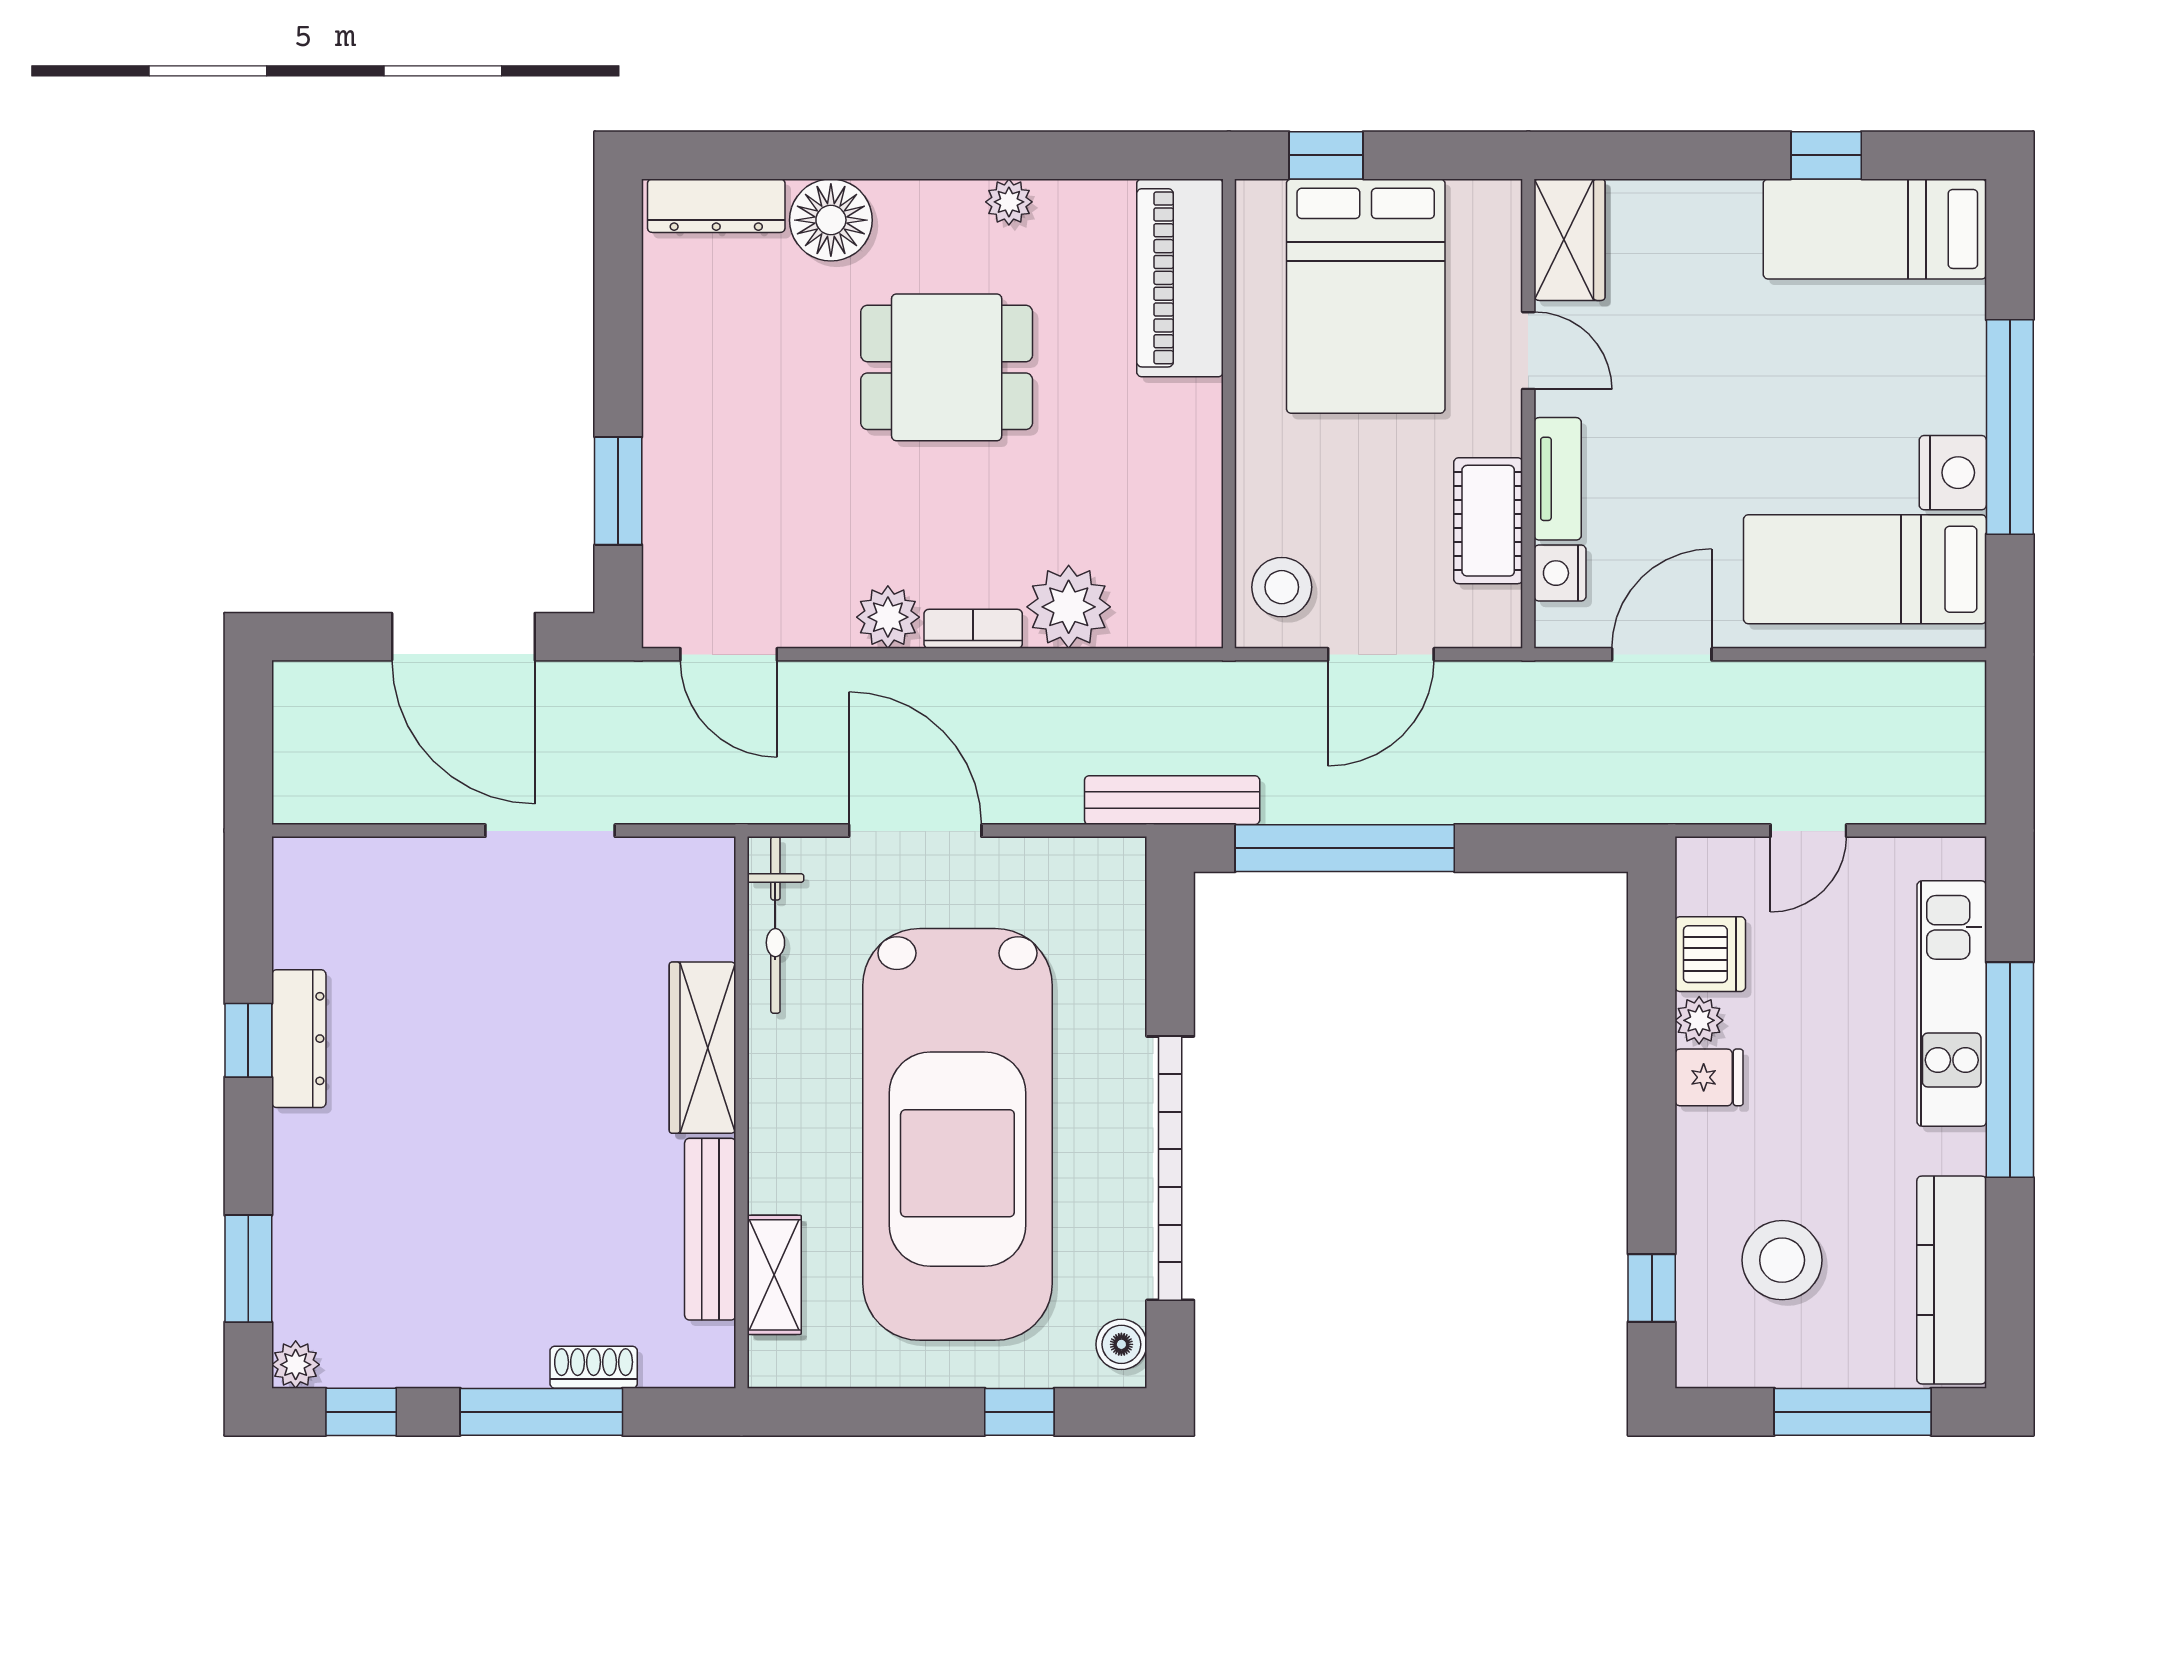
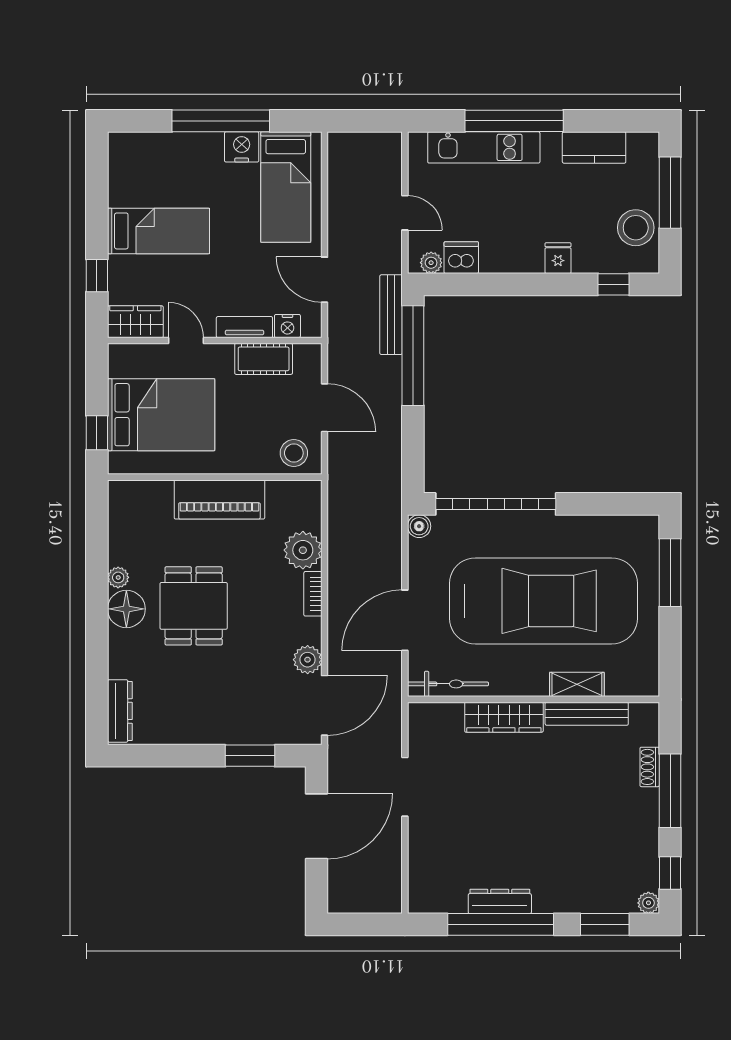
window: (1826, 155) -> (97, 276), moved
floor lamp: (831, 220) -> (126, 609), moved
bed: (1875, 229) -> (158, 231), moved, turned -90
piano: (1180, 278) -> (219, 499), moved
door: (1528, 351) -> (186, 341), hinge flipped
plant: (888, 617) -> (308, 660), moved
door: (729, 654) -> (325, 705), width x1.36
bench: (1172, 800) -> (391, 315), moved
window: (1345, 848) -> (413, 356), moved
plant: (1699, 1020) -> (431, 263), moved
window: (248, 1040) -> (501, 924), width x3.17
fridge: (1709, 1077) -> (558, 258), moved
garage door: (1170, 1168) -> (496, 504), moved
stool: (1782, 1260) -> (636, 228), moved
shelving: (774, 1275) -> (577, 684), moved
kitchen counter: (1952, 1280) -> (594, 147), width x0.67
boiler: (1121, 1344) -> (419, 526), moved
window: (1019, 1412) -> (670, 573), width x2.17

